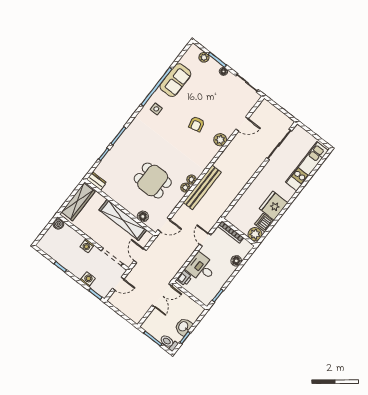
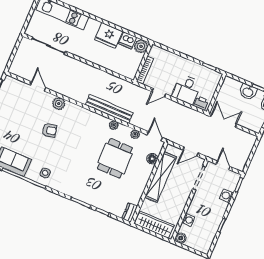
plant: (191, 180) -> (135, 134), moved
washing machine: (87, 246) -> (188, 220), moved
floor lamp: (236, 261) -> (171, 58), removed

